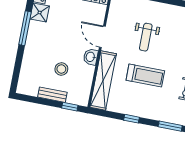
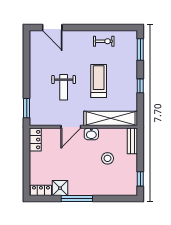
weight bench: (146, 37) -> (64, 87), turned 90
bench: (52, 95) -> (132, 141), moved
window: (70, 107) -> (140, 179), moved

